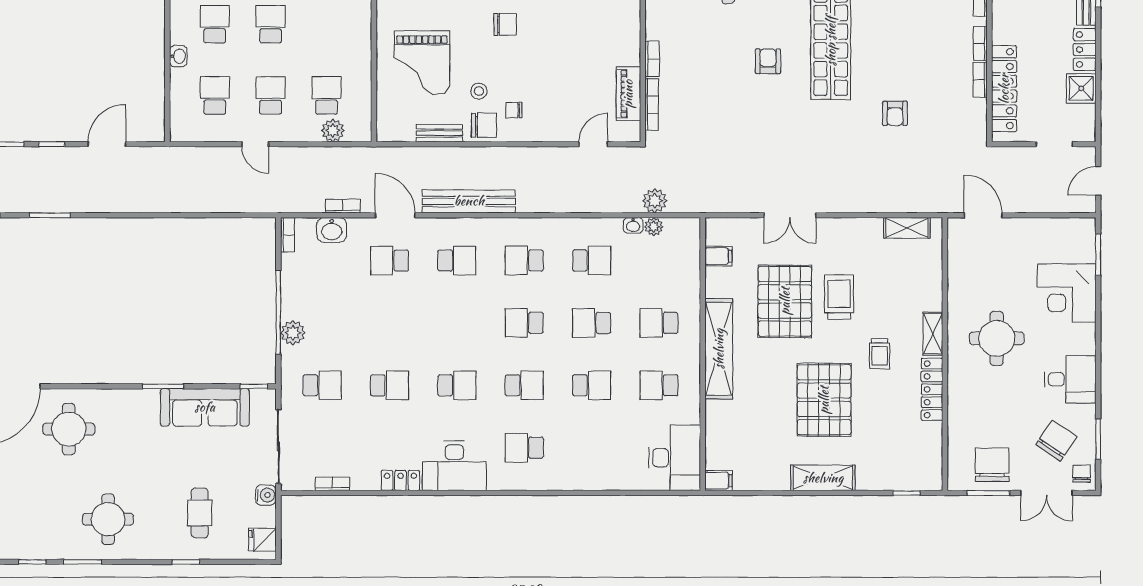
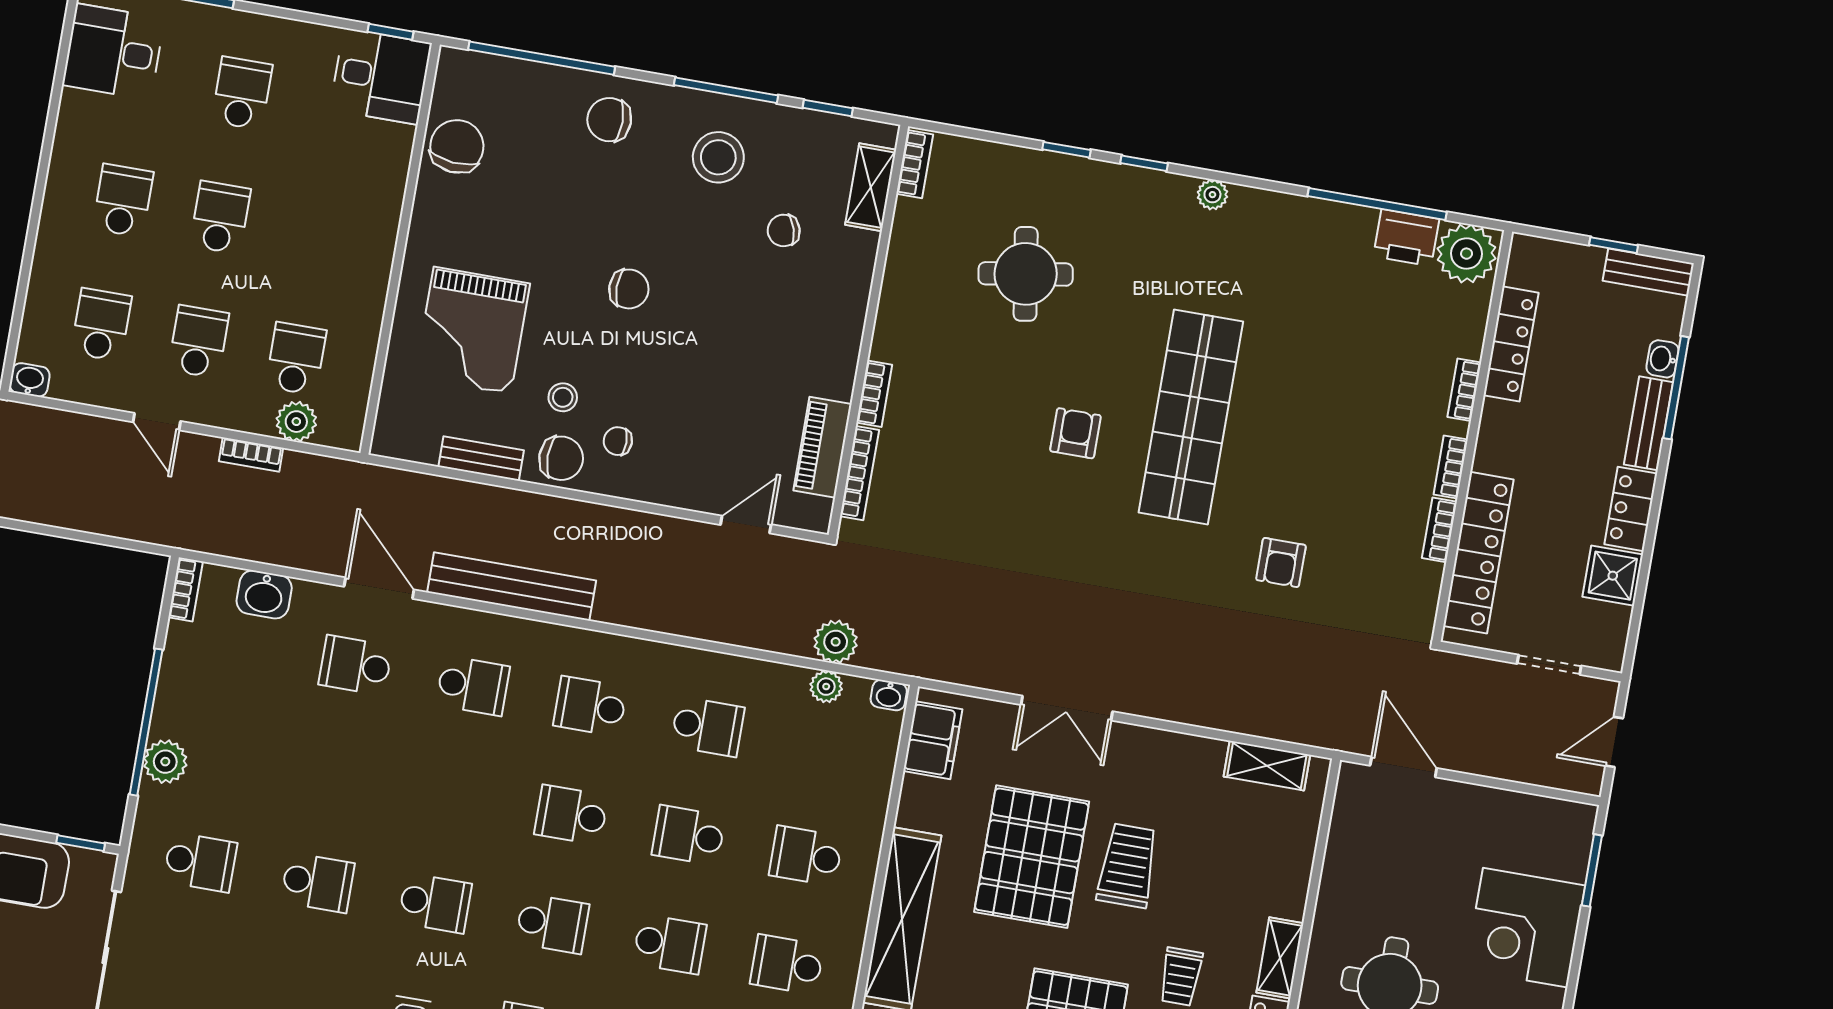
washbasin: (178, 56) -> (30, 380), moved, turned -90
bookcase: (343, 206) -> (251, 455), moved, turned 180
washbasin: (633, 225) -> (889, 695), moved
filing cabinet: (718, 256) -> (933, 740), width x2.00

